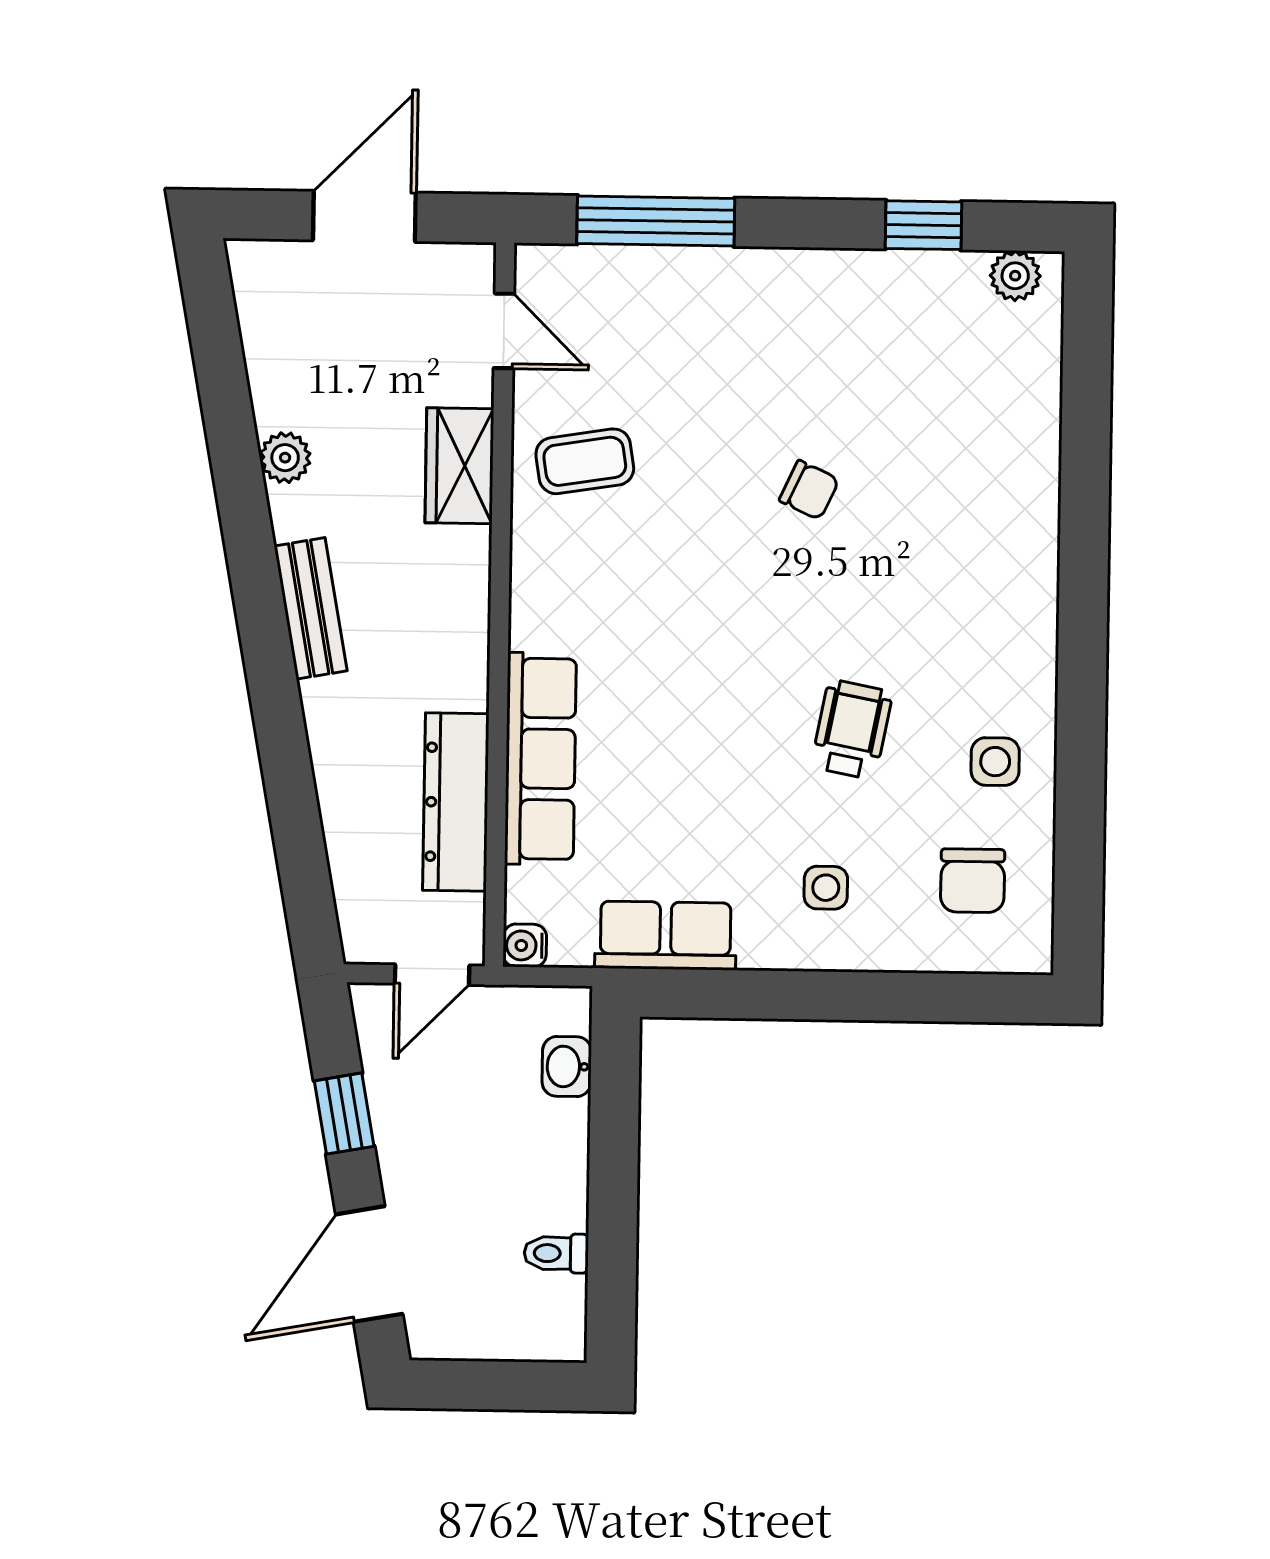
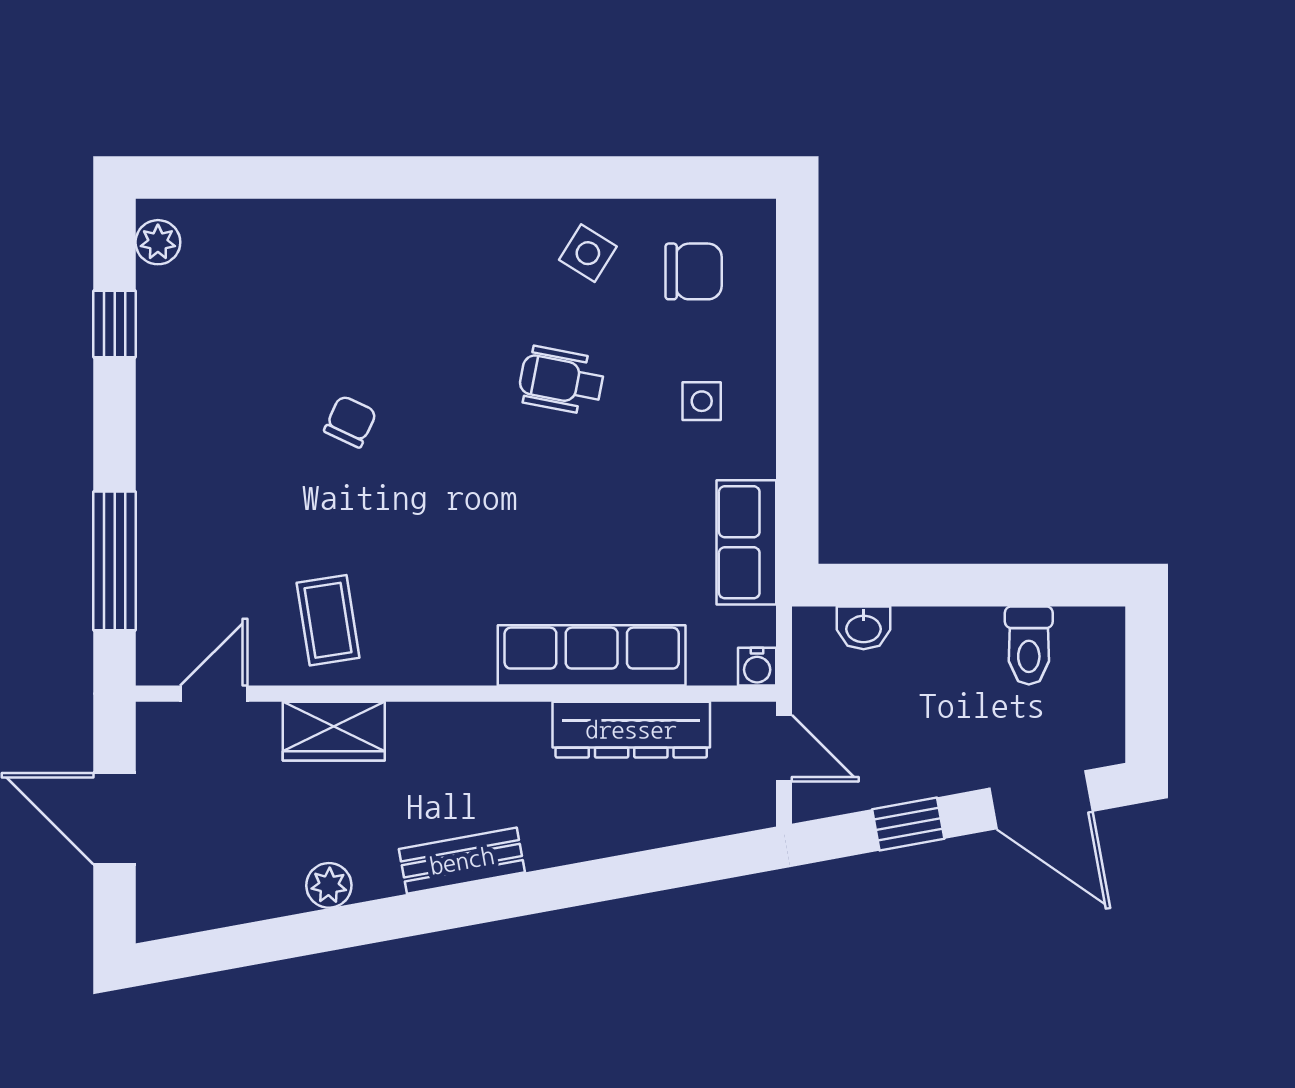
side table: (995, 762) -> (588, 253), turned 32
toilet: (556, 1253) -> (1029, 645), width x1.37, depth x1.39

